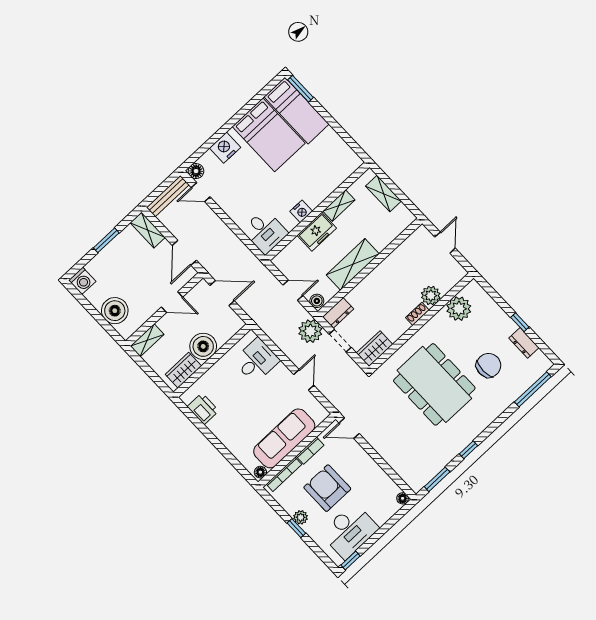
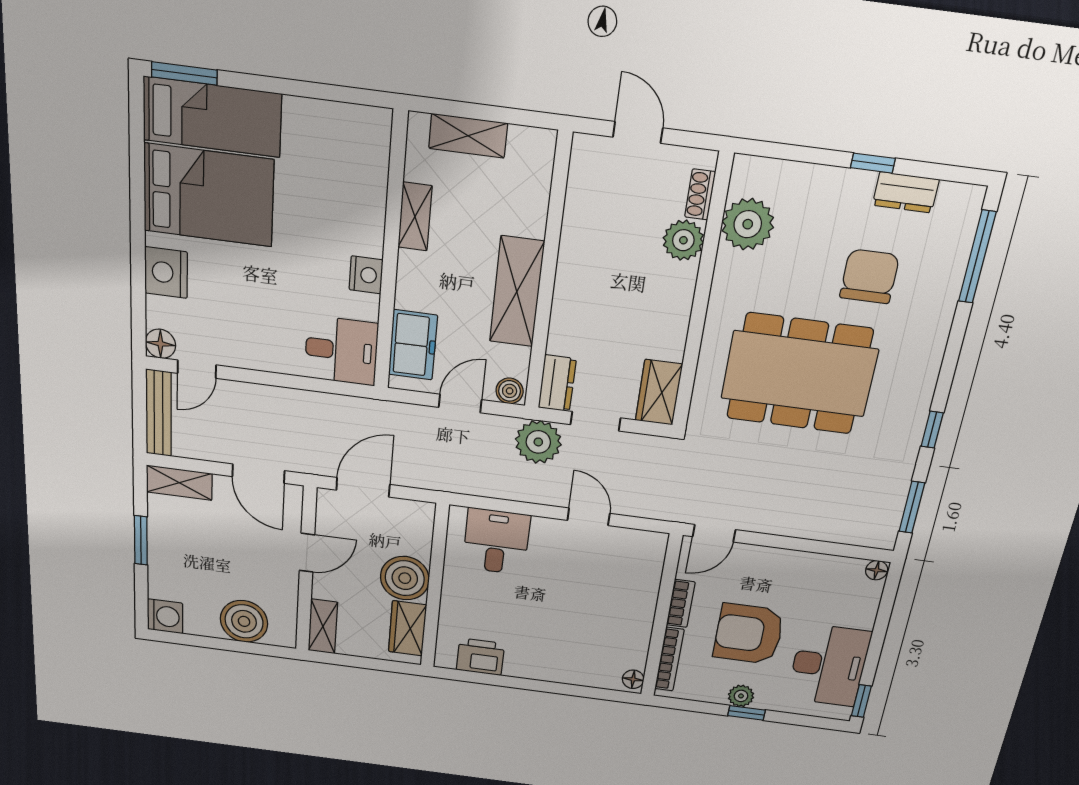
freezer: (317, 232) -> (413, 345), moved
shoe rack: (417, 314) -> (700, 194), moved
sofa: (284, 438) -> (629, 614), removed

